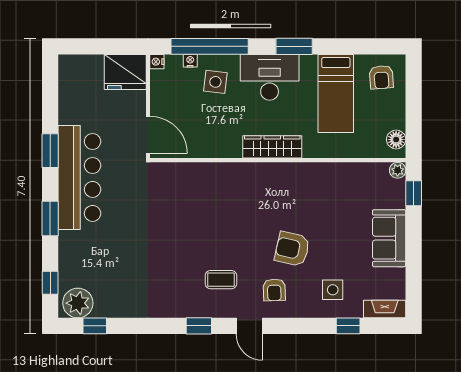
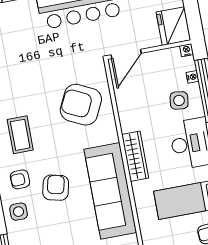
sofa: (308, 184) -> (110, 191), added
armchair: (198, 200) -> (81, 105), added
coffee table: (221, 280) -> (20, 135), width x1.36, depth x1.30
side table: (333, 290) -> (19, 212), moved

